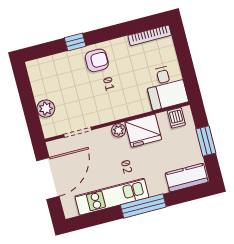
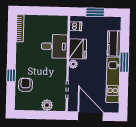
armchair: (97, 60) -> (25, 85), moved
desk: (166, 87) -> (54, 46), moved
kitchen counter: (187, 178) -> (114, 43), moved
window: (143, 206) -> (124, 62), width x0.69

